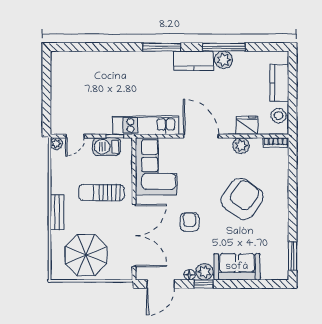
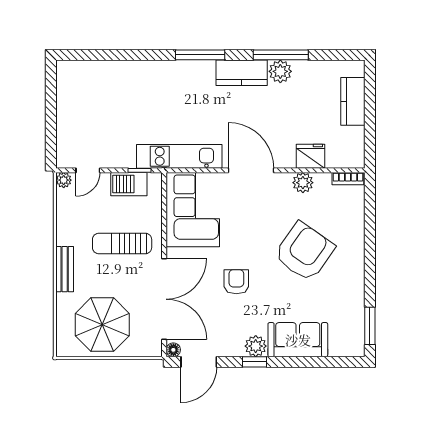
stool: (279, 116) -> (352, 144), removed
floor lamp: (189, 275) -> (173, 350), moved

